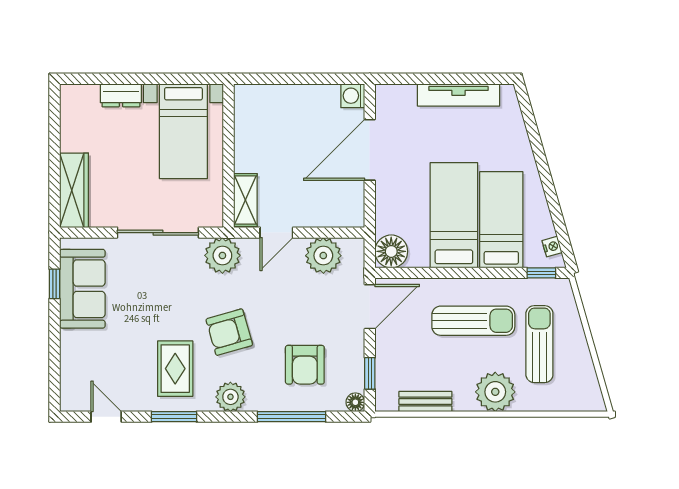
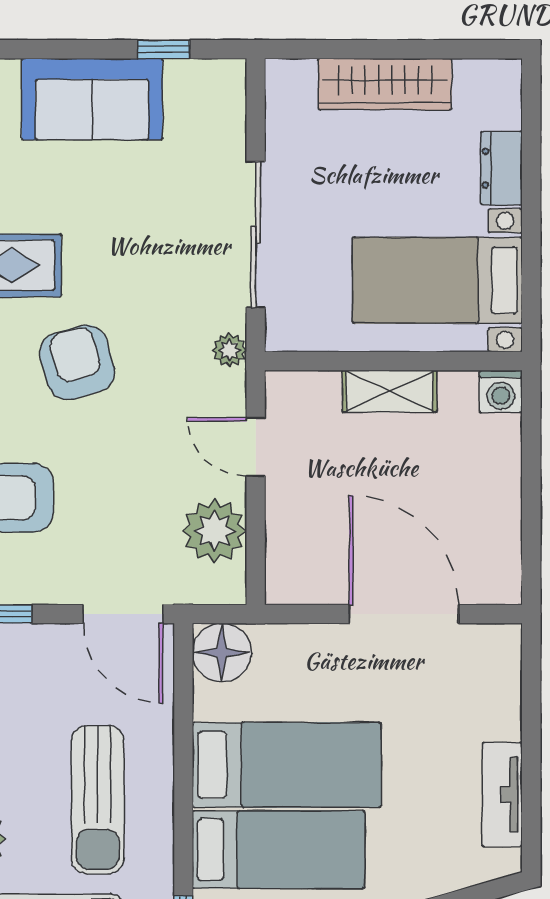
tv unit: (459, 95) -> (502, 794), width x0.71
washing machine: (353, 96) -> (501, 391), moved, turned 180
wardrobe: (74, 190) -> (385, 84), moved
shelving: (245, 200) -> (389, 391), moved
plant: (222, 255) -> (229, 350), width x0.53, depth x0.53
sofa: (82, 289) -> (92, 99), moved

